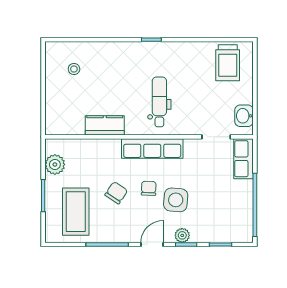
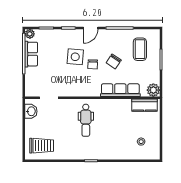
trolley: (228, 63) -> (42, 146), turned 90
kitchen counter: (105, 125) -> (144, 105), moved
row of seats: (152, 148) -> (120, 90), moved
row of seats: (244, 159) -> (31, 54), moved
plant: (55, 164) -> (153, 90), moved
coffee table: (76, 212) -> (140, 49), width x0.73, depth x0.76
plant: (182, 235) -> (30, 34), moved

